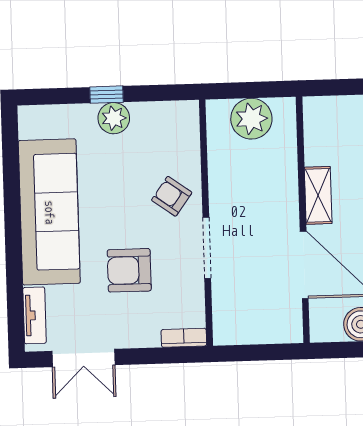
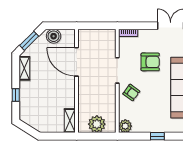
plant: (114, 118) -> (125, 126), moved
shelving: (318, 195) -> (70, 121), moved

